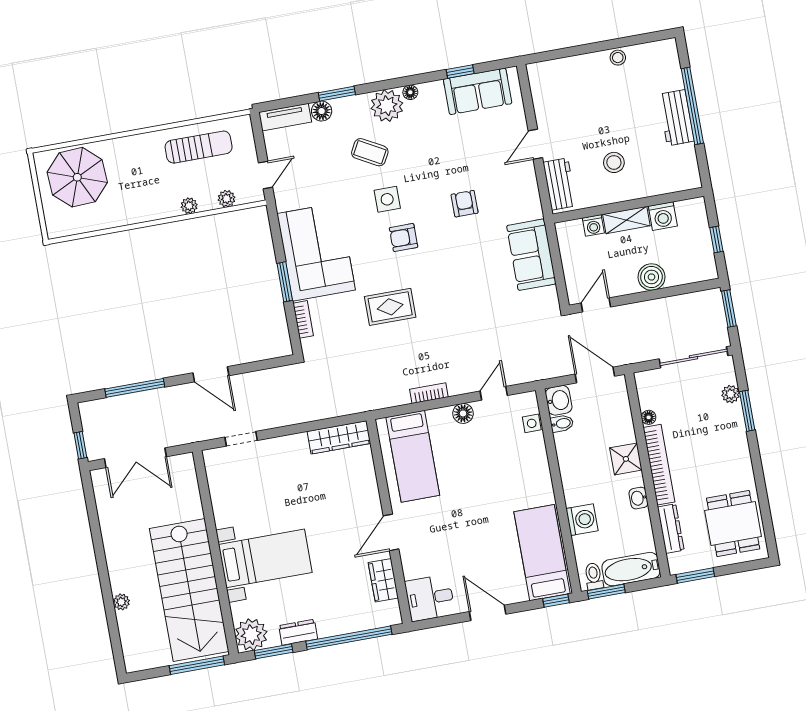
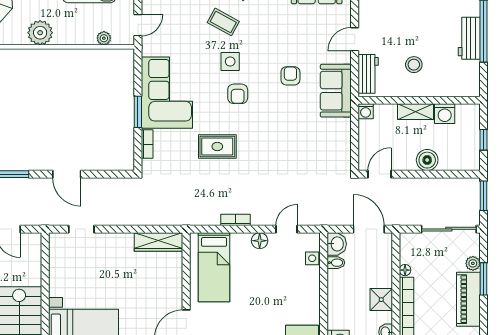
plant: (189, 206) -> (40, 33), moved, width x1.88, depth x1.88
washing machine: (593, 225) -> (366, 111), moved
armchair: (404, 237) -> (238, 94), turned -90
sofa: (531, 255) -> (336, 91), moved
piano: (733, 439) -> (468, 299), added

